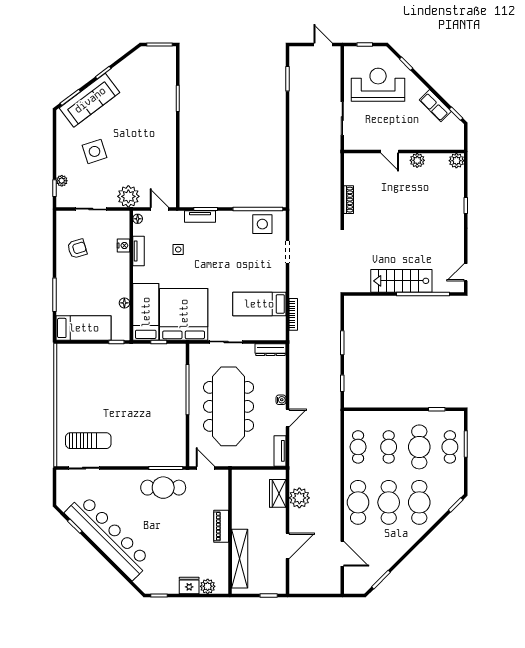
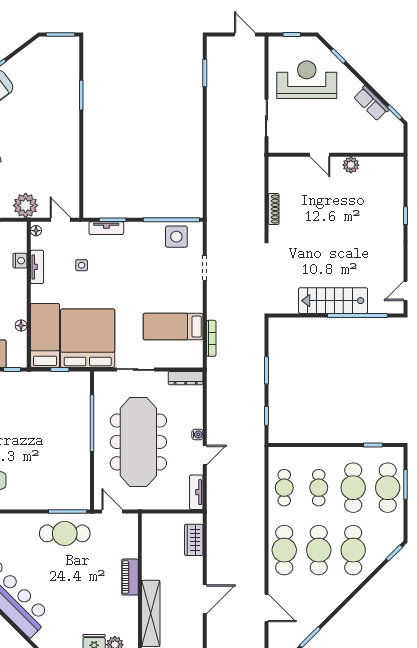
plant: (456, 161) -> (395, 165), removed
cafe table: (450, 447) -> (388, 488), width x1.37, depth x1.35
plant: (299, 498) -> (218, 545), removed

